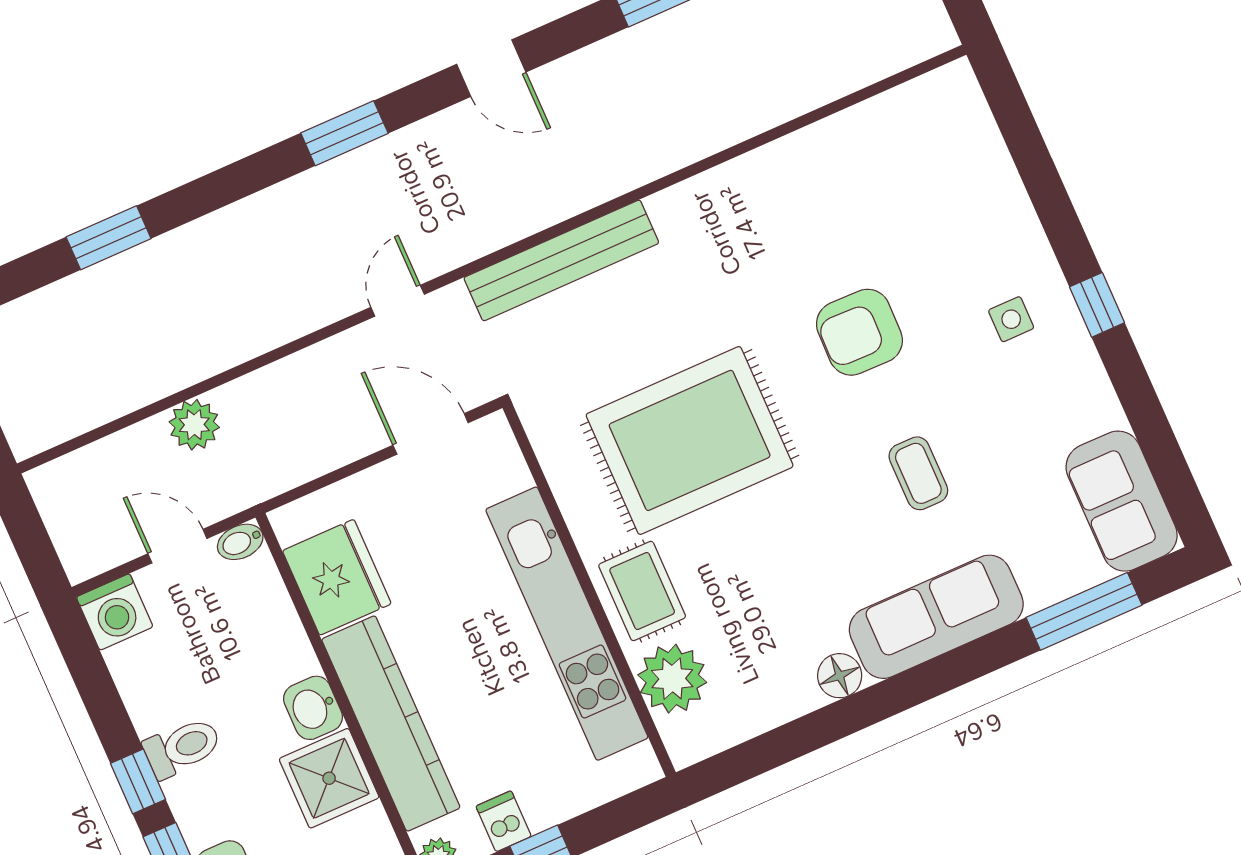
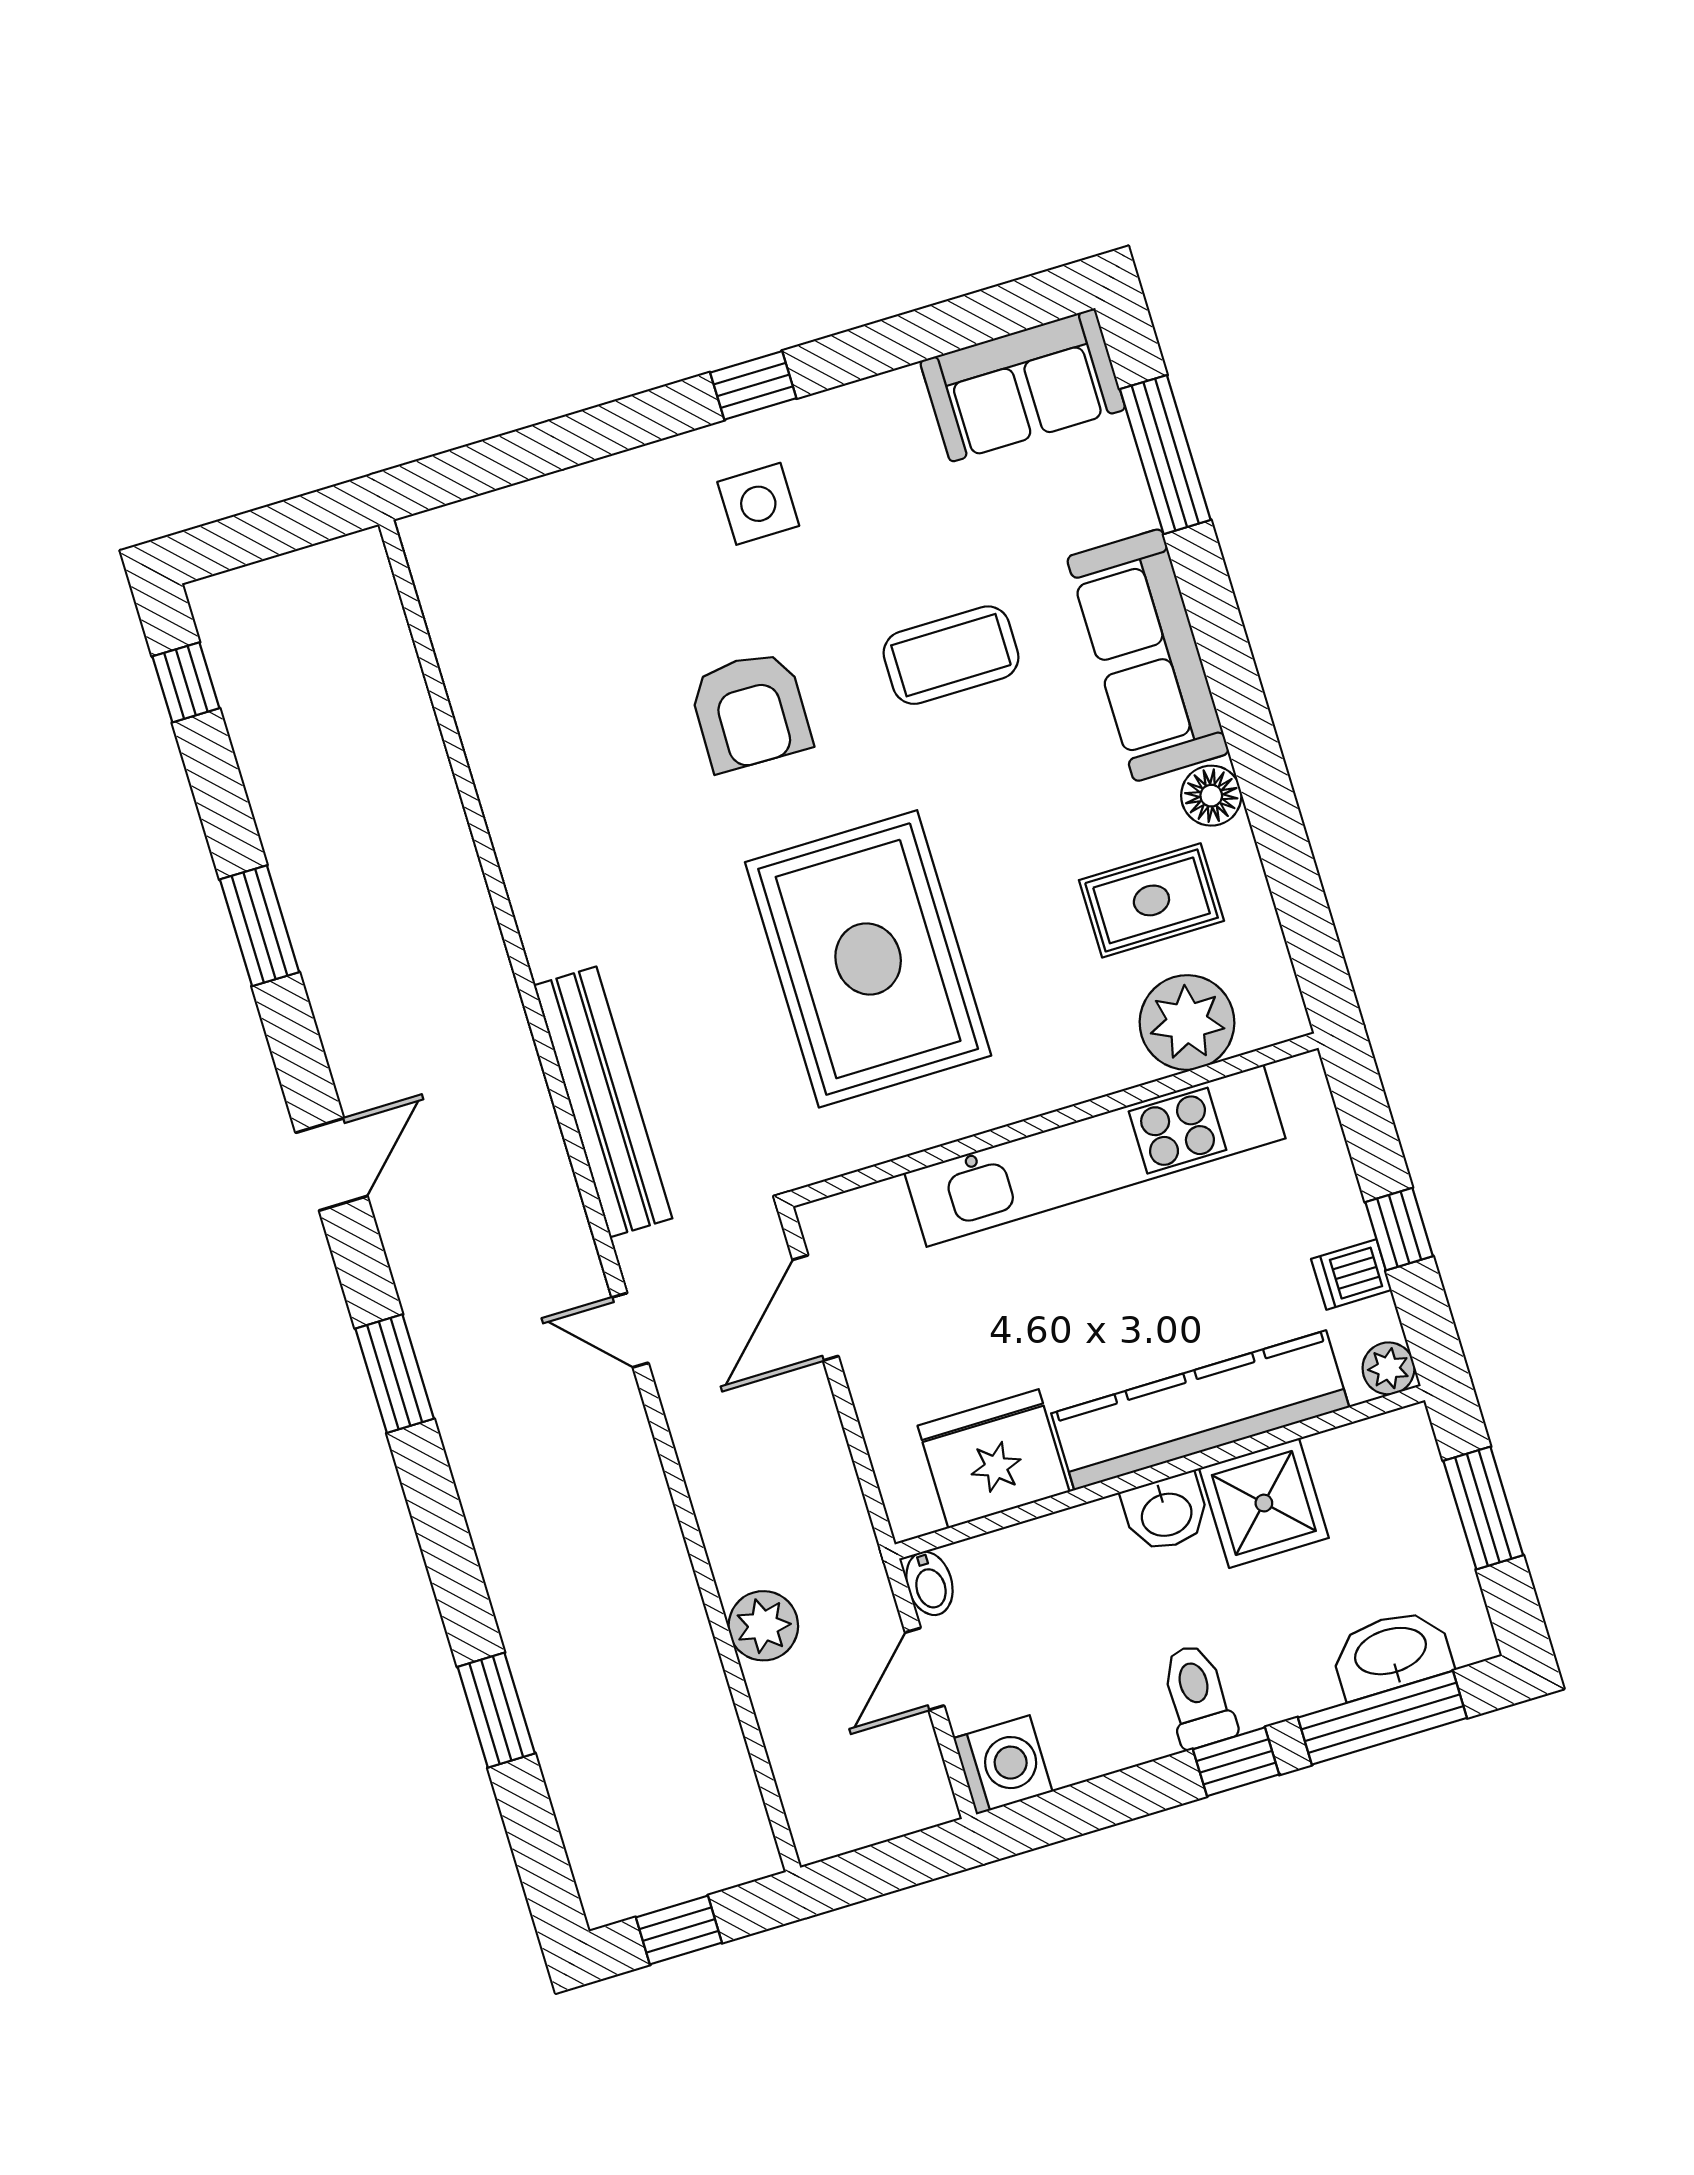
side table: (1011, 319) -> (758, 504), width x1.37, depth x1.37
coffee table: (918, 473) -> (951, 655), width x1.36, depth x1.30
rug: (642, 591) -> (1151, 900), moved

